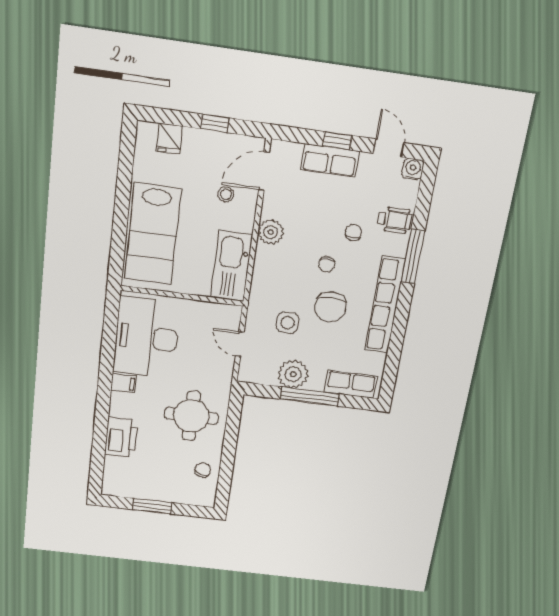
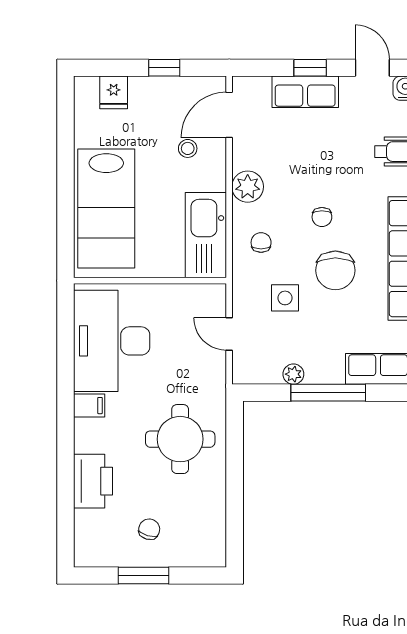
chair: (353, 232) -> (261, 243), moved
plant: (293, 374) -> (293, 374), width x0.53, depth x0.53
chair: (203, 470) -> (149, 529), moved

